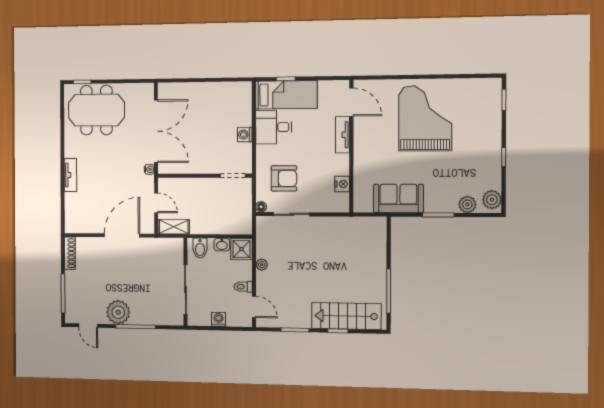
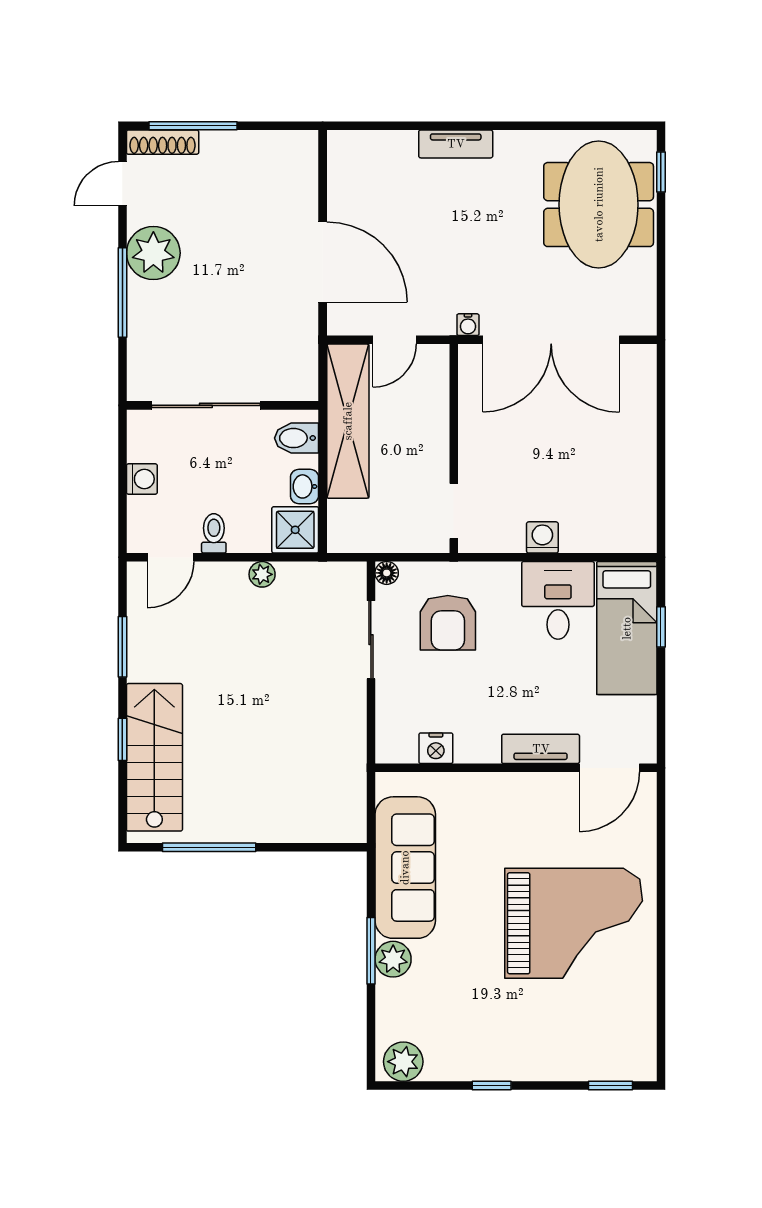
sofa: (398, 198) -> (405, 868), width x1.36
plant: (467, 204) -> (393, 959), moved
shelving: (174, 227) -> (348, 421), width x2.20, depth x1.33
shoe rack: (70, 253) -> (163, 142), moved

